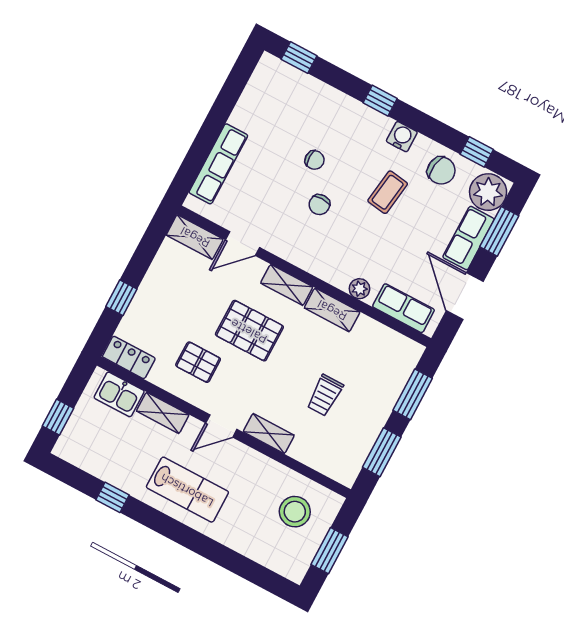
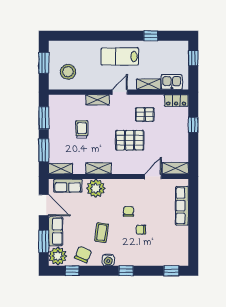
chair: (441, 171) -> (83, 254), turned 105
shelving: (287, 285) -> (61, 169), moved
plant: (359, 289) -> (96, 188), width x1.87, depth x1.87

